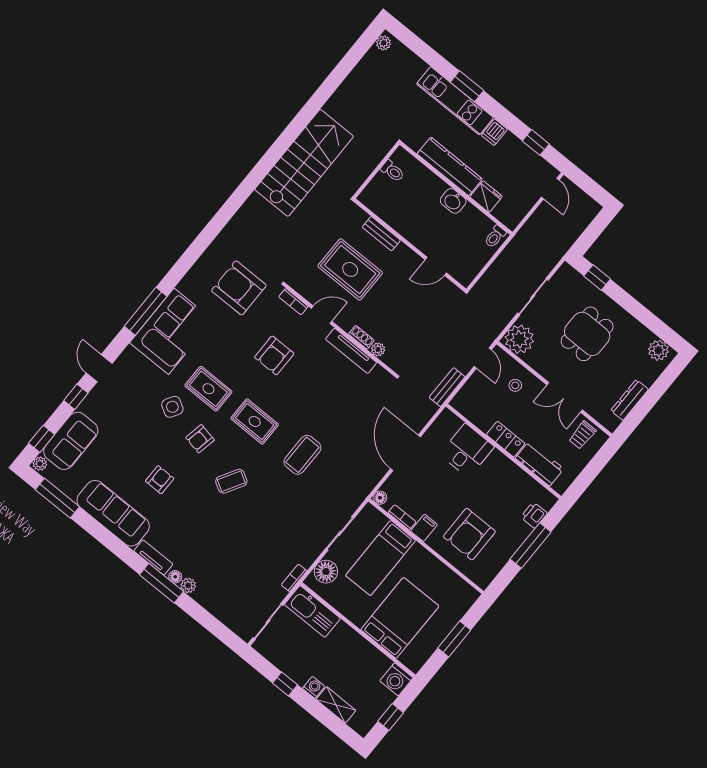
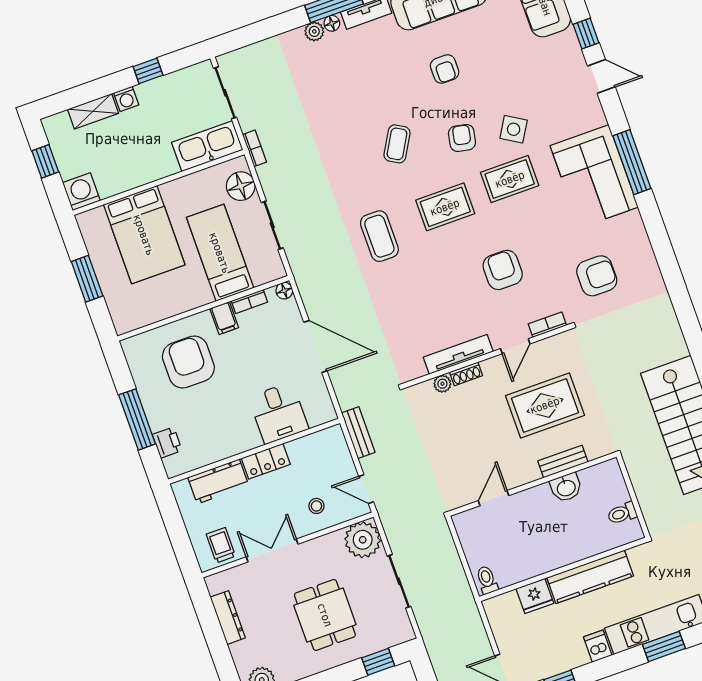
washbasin: (453, 201) -> (566, 487), moved, turned 180
armchair: (239, 288) -> (597, 276), width x0.73, depth x0.73

